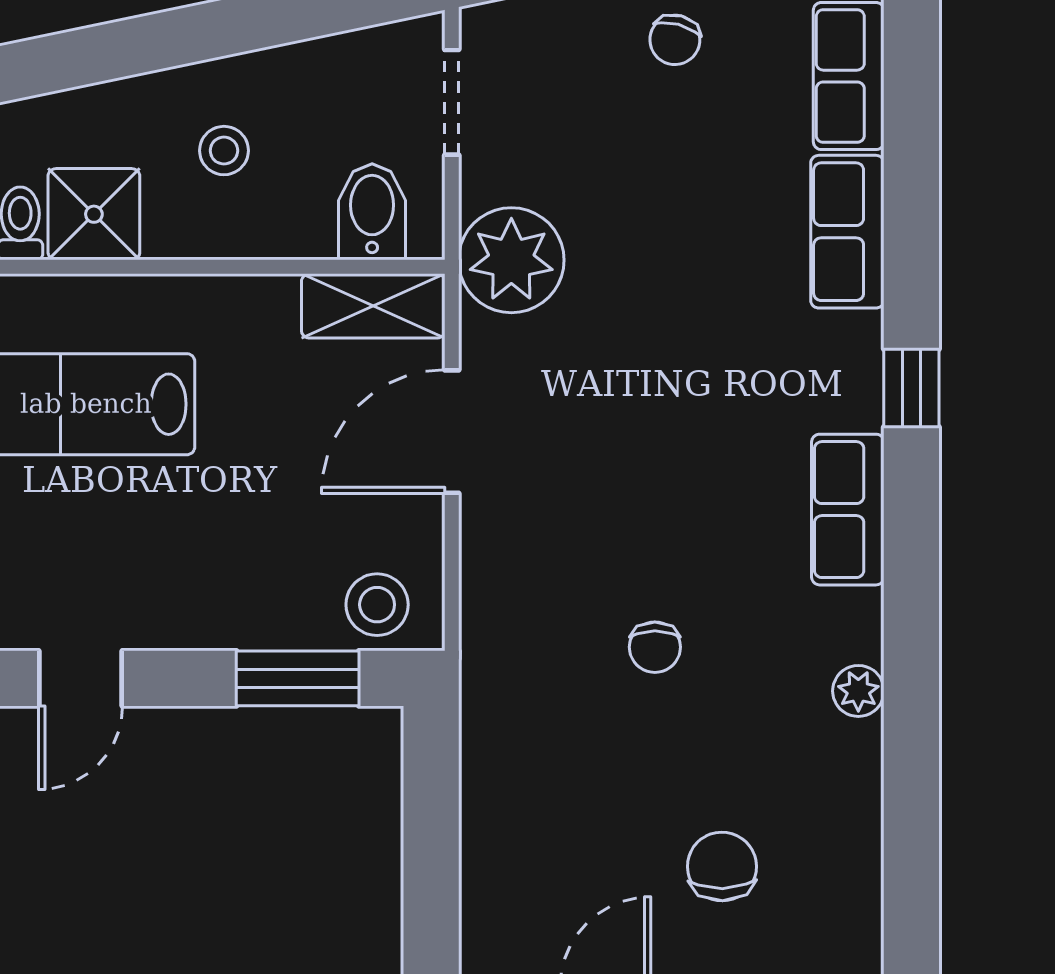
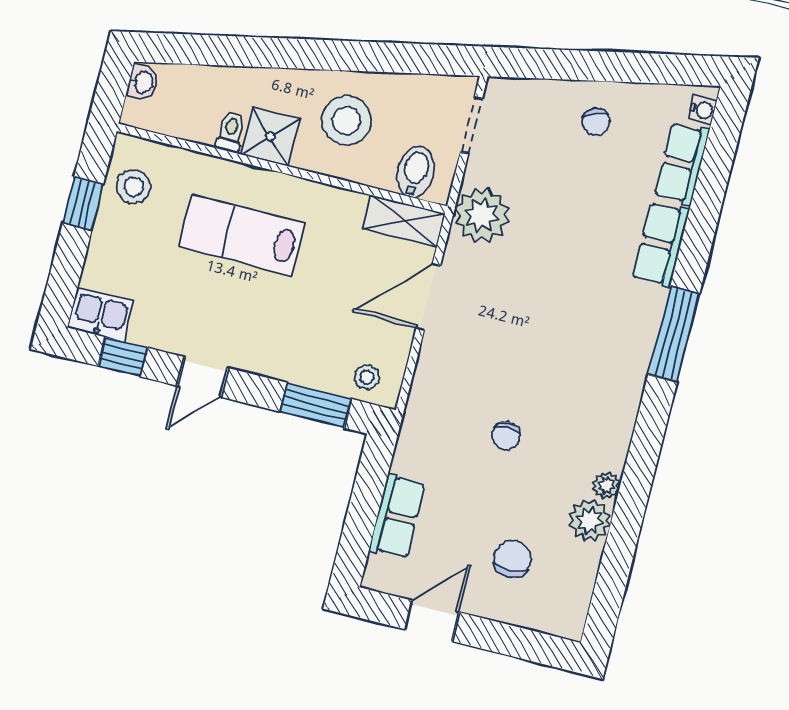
chair: (675, 40) -> (596, 122), turned -36
stool: (224, 151) -> (346, 120), width x1.89, depth x1.89
window: (911, 388) -> (674, 334), width x2.17
row of seats: (848, 510) -> (397, 517), moved, turned 180
stool: (377, 605) -> (367, 377), width x0.73, depth x0.73
plant: (844, 762) -> (590, 520), added

